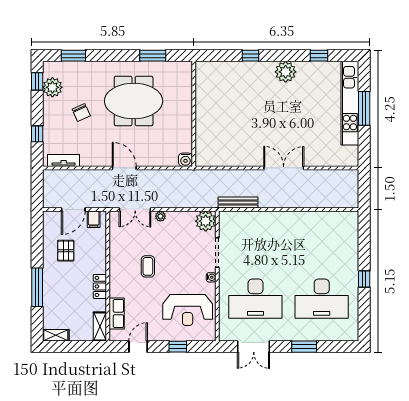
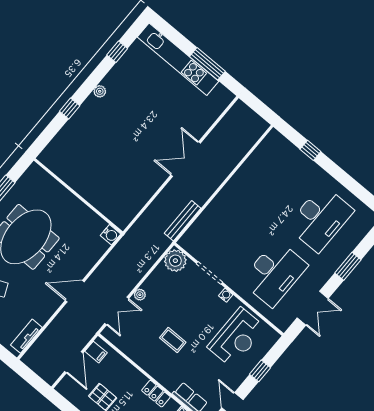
plant: (286, 72) -> (100, 91), width x0.53, depth x0.53
window: (364, 108) -> (207, 64), moved
window: (364, 279) -> (310, 150), moved

